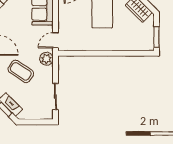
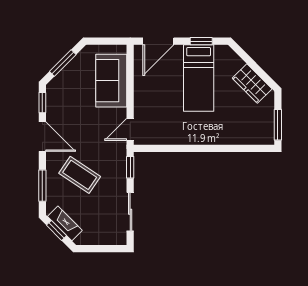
plant: (46, 59) -> (117, 156), removed
window: (55, 66) -> (130, 167), added

